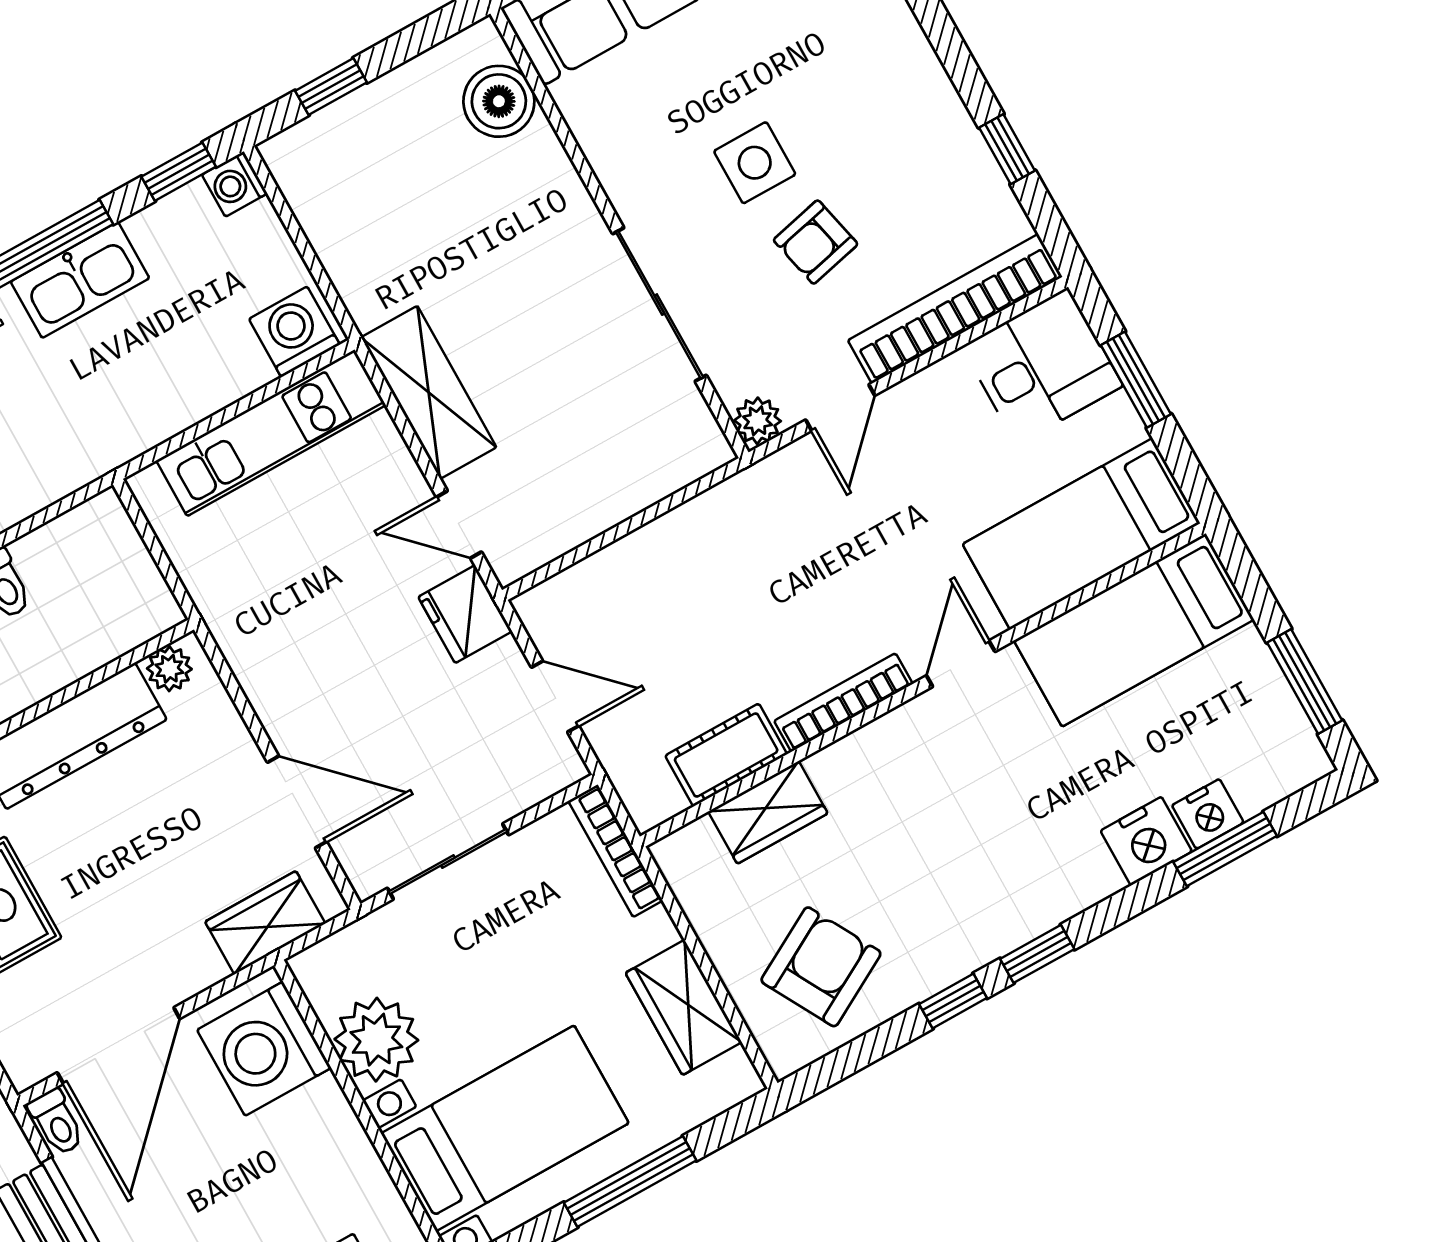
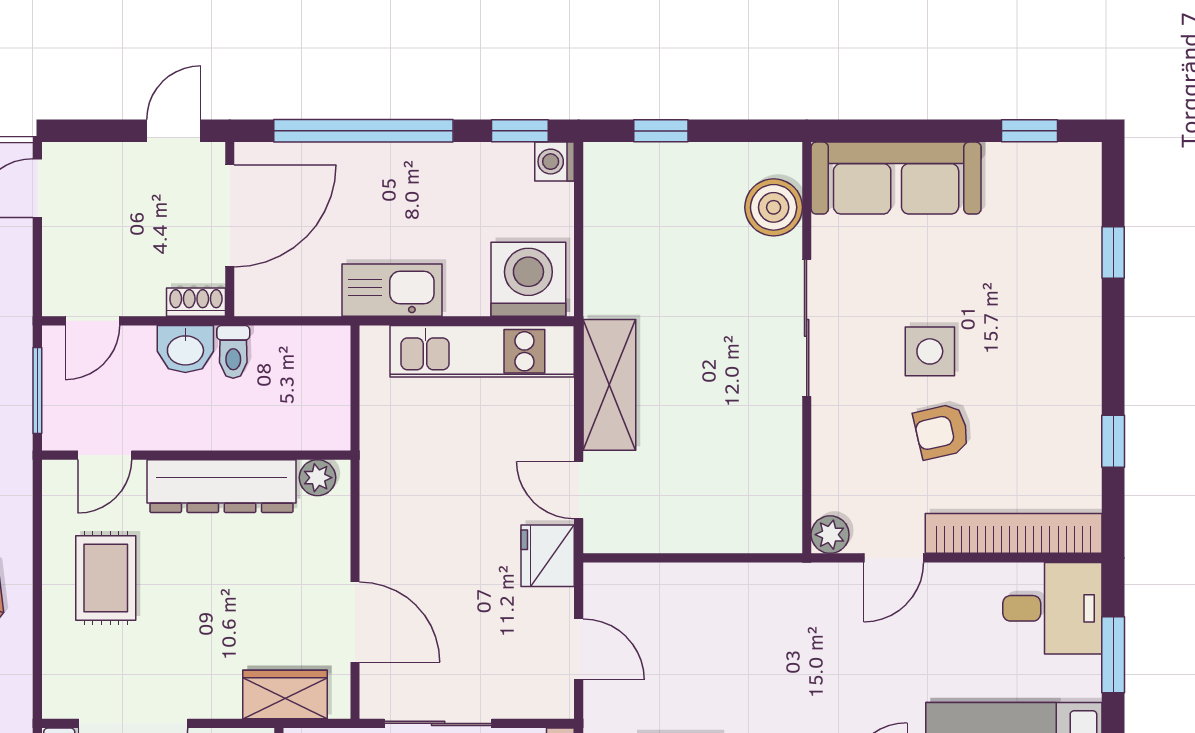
kitchen sink: (80, 280) -> (392, 290), moved, turned 180
sliding door: (659, 305) -> (807, 328), moved
washing machine: (294, 332) -> (528, 279), width x1.37, depth x1.37

